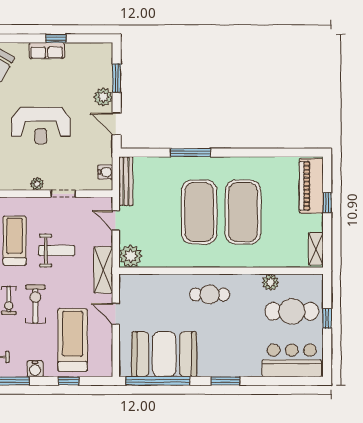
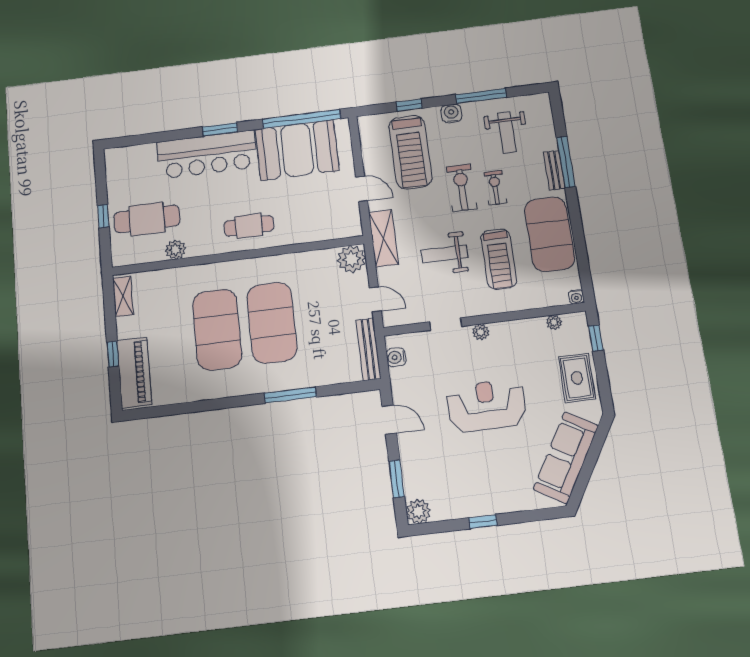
row of seats: (47, 51) -> (493, 504), removed
plant: (103, 97) -> (418, 511), moved
exercise bike: (35, 304) -> (462, 188), turned 180
bar counter: (292, 360) -> (207, 154), moved, width x1.36

